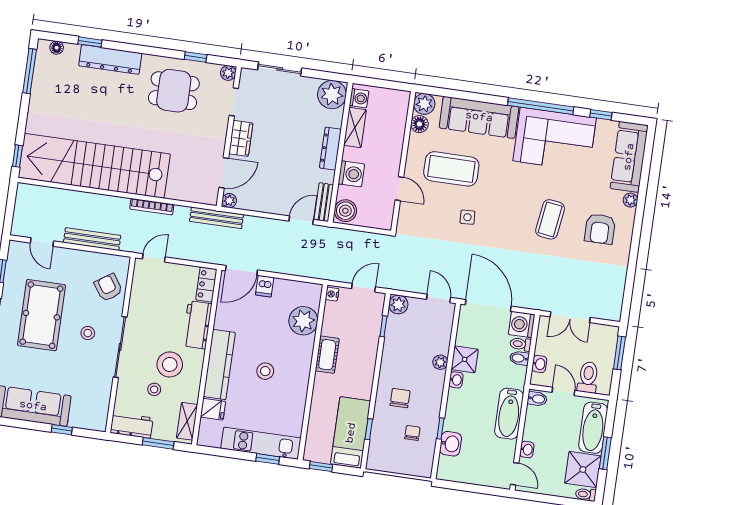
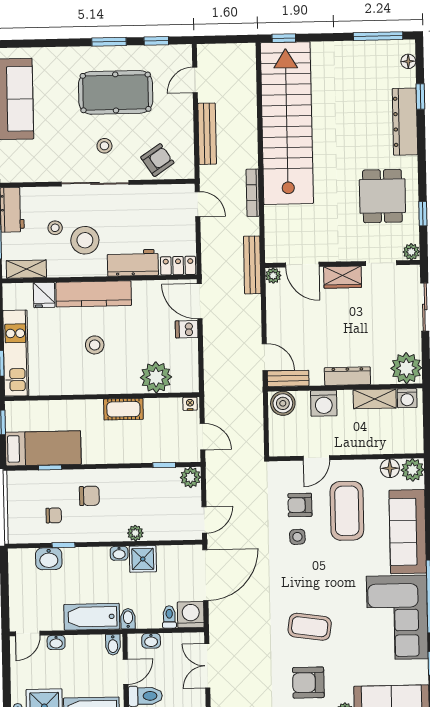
armchair: (439, 210) -> (300, 505), added
bidet: (519, 358) -> (128, 619), moved

